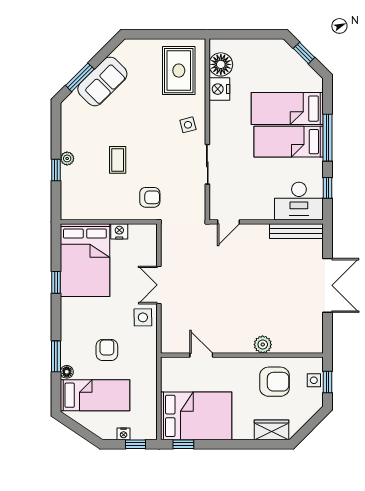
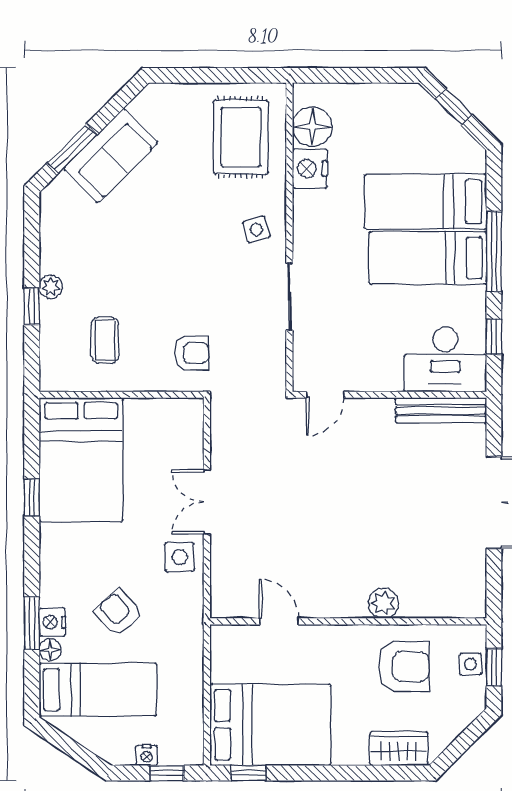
coffee table: (118, 160) -> (105, 340), moved
nightstand: (119, 231) -> (52, 622), moved, turned -90
armchair: (107, 350) -> (118, 613), turned -43

